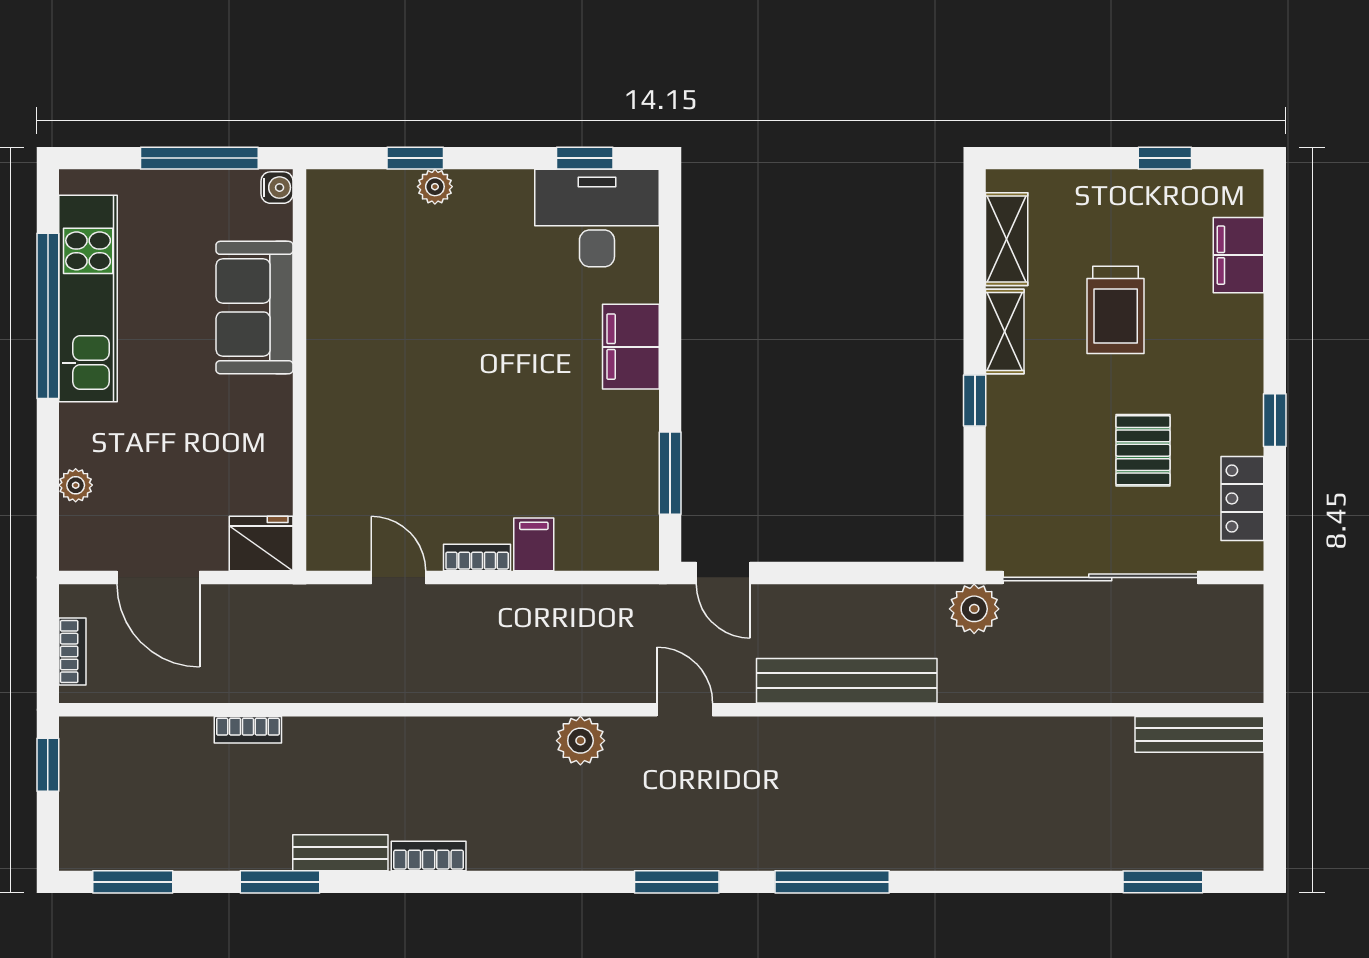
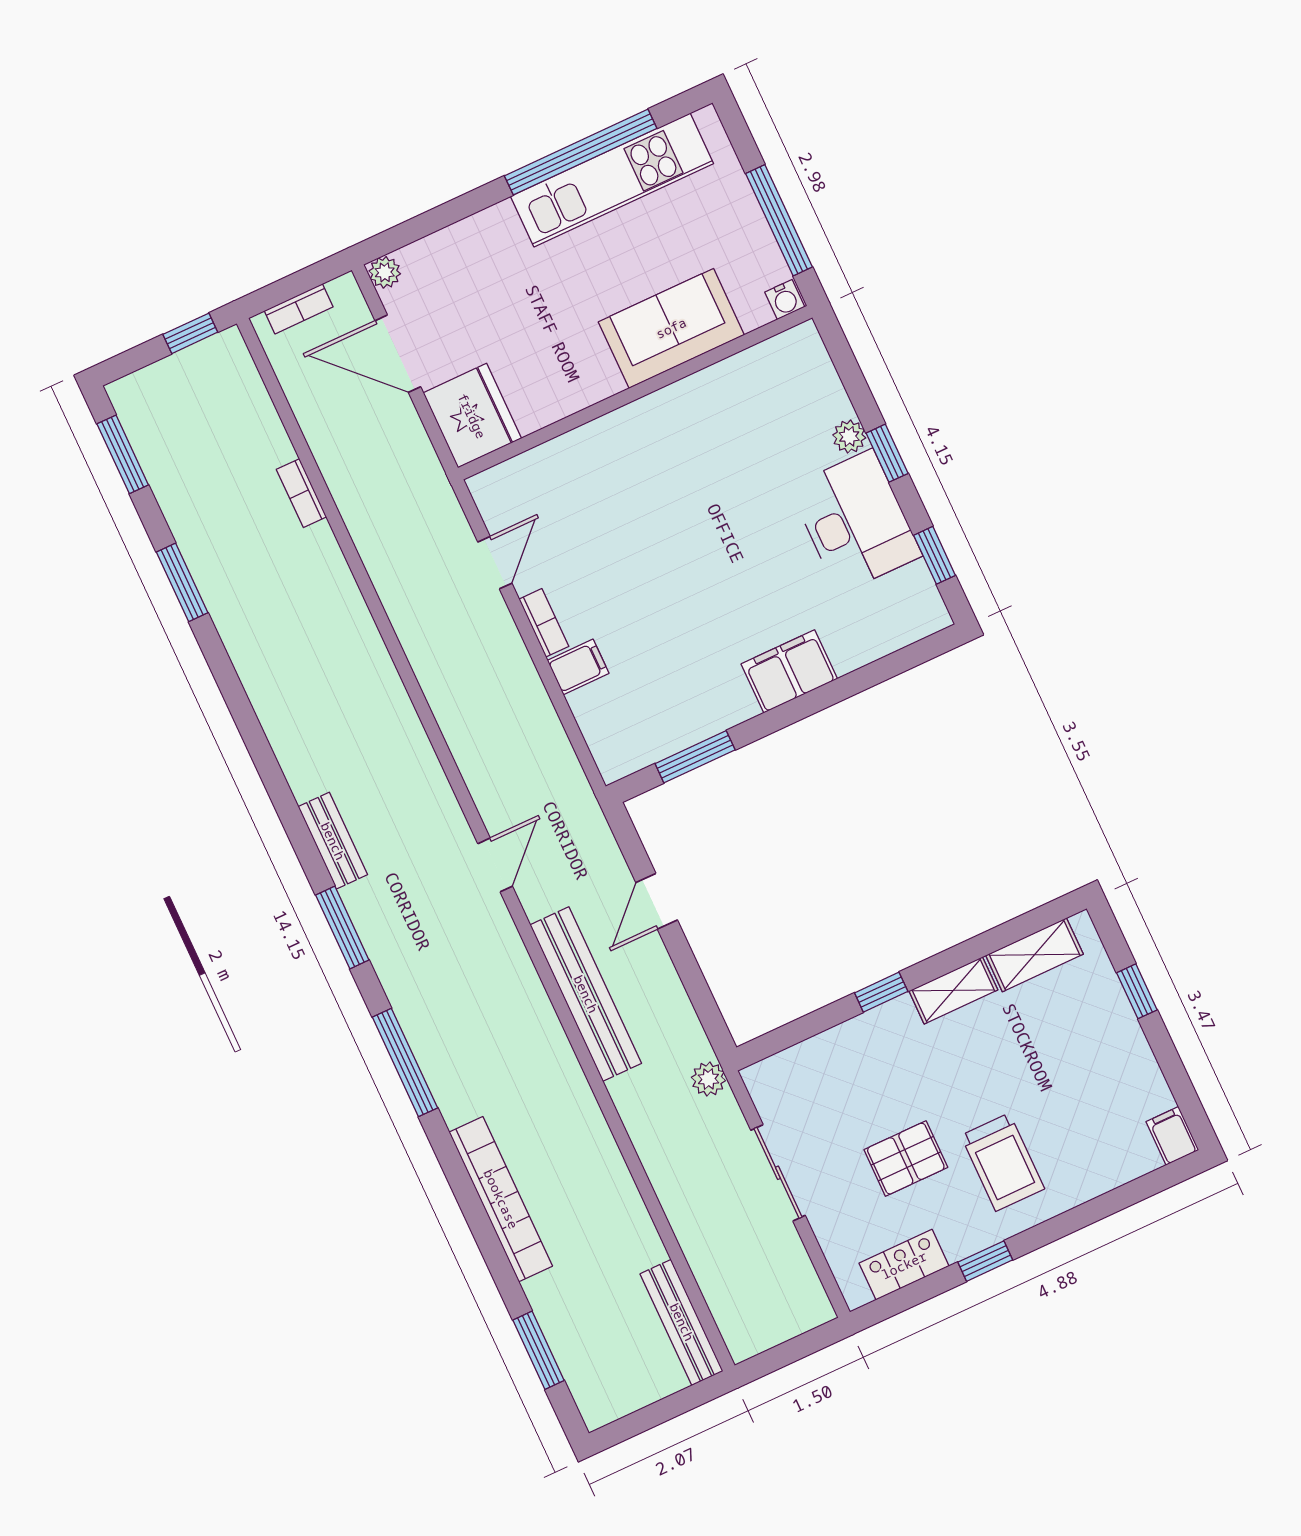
window: (415, 158) -> (887, 453), moved
window: (1165, 158) -> (1137, 991), moved
desk: (597, 218) -> (856, 521), moved
filing cabinet: (1239, 255) -> (1172, 1136), moved, width x0.50
trolley: (1116, 310) -> (1003, 1162), moved, turned -90
plant: (76, 485) -> (385, 272), moved
fridge: (261, 543) -> (472, 416), width x1.36, depth x1.34
door: (723, 573) -> (657, 901), moved
door: (158, 577) -> (398, 354), hinge flipped
sliding door: (1100, 577) -> (778, 1173), width x0.54
plant: (974, 609) -> (708, 1079), width x0.73, depth x0.73
plant: (580, 741) -> (426, 787), removed
bench: (340, 853) -> (333, 841), moved
bookcase: (429, 856) -> (501, 1199), moved, width x2.31, depth x1.31

